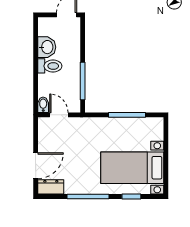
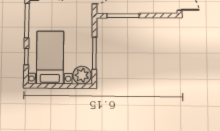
plant: (153, 129) -> (82, 75), added

